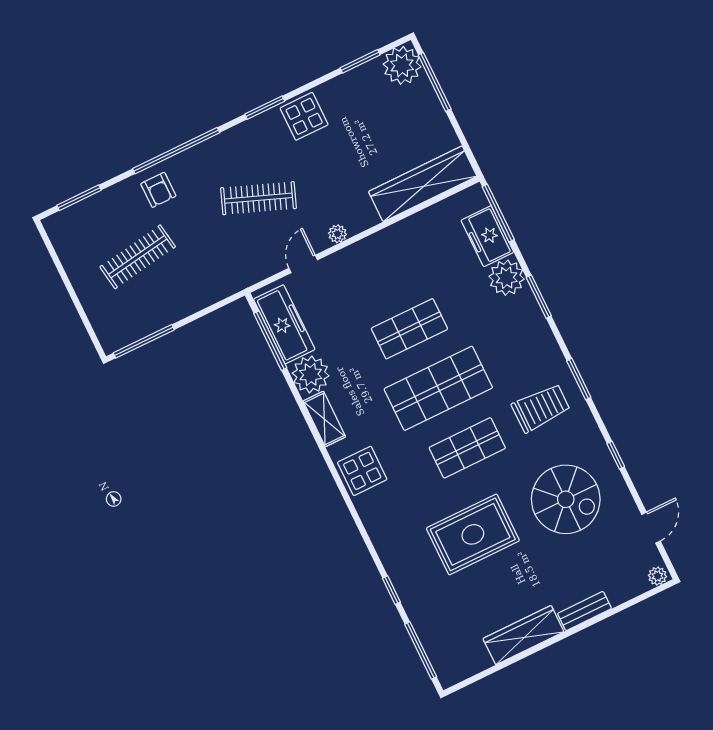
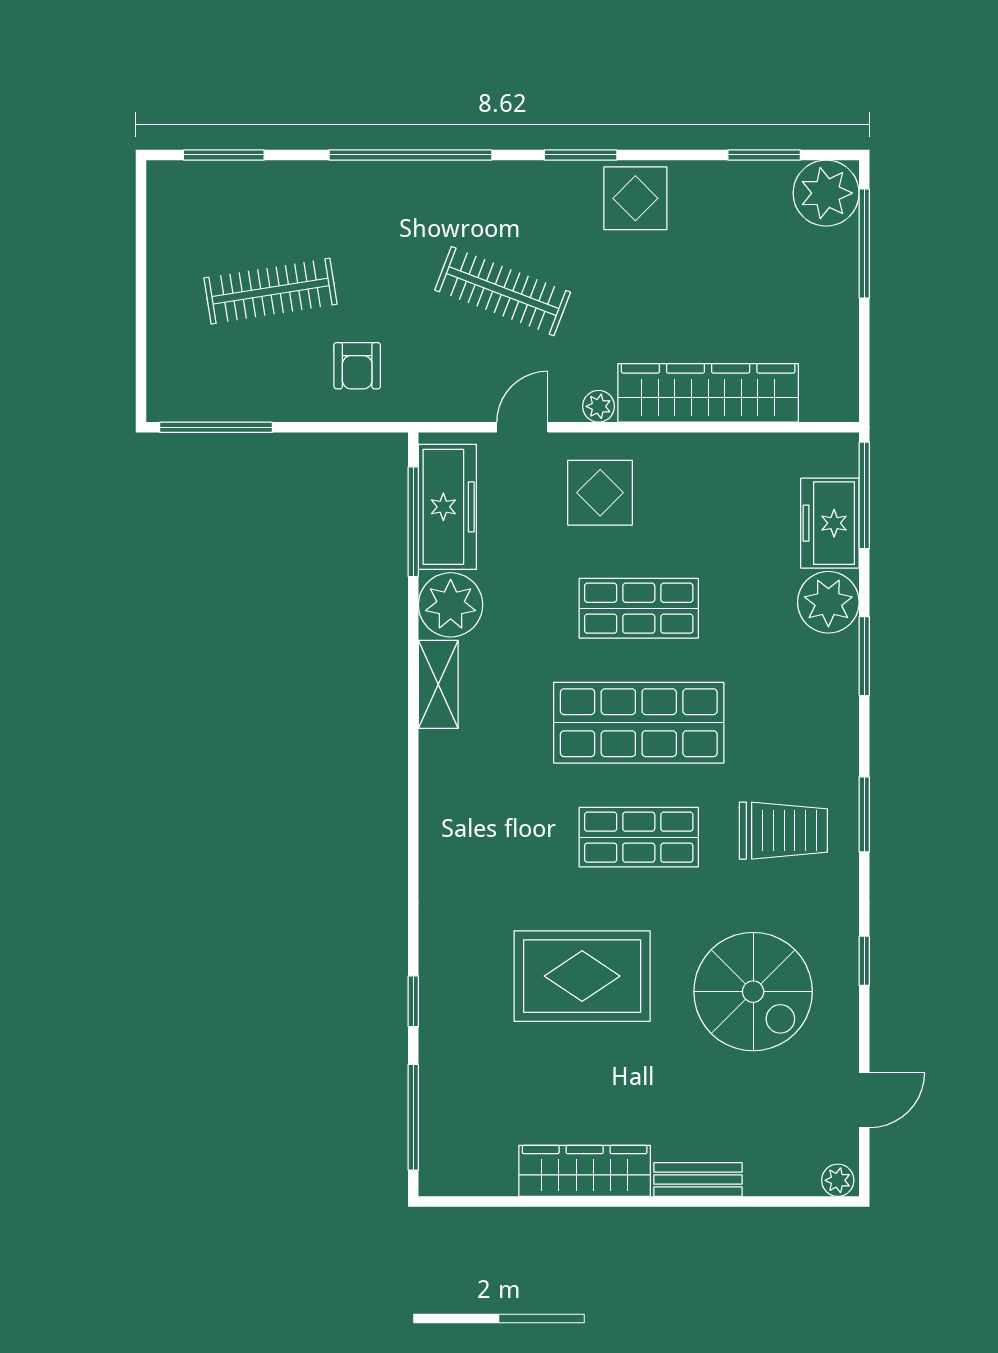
wardrobe: (423, 184) -> (708, 393), moved
armchair: (158, 190) -> (357, 366), moved
display table: (362, 471) -> (600, 493), moved

